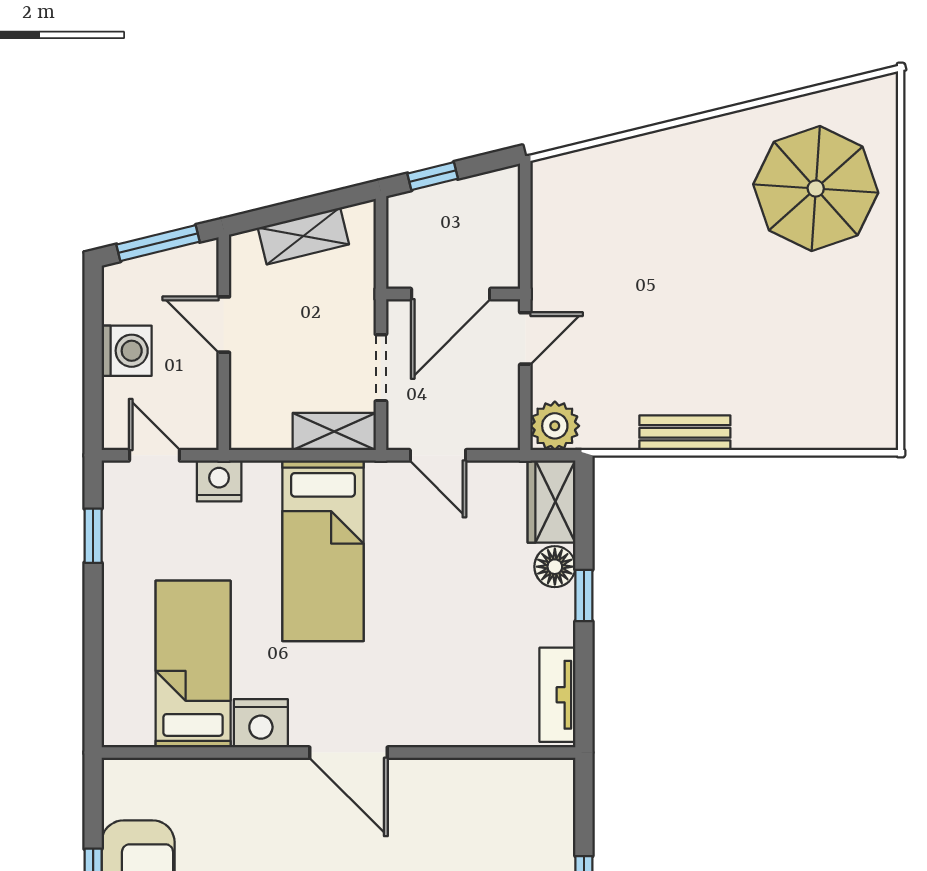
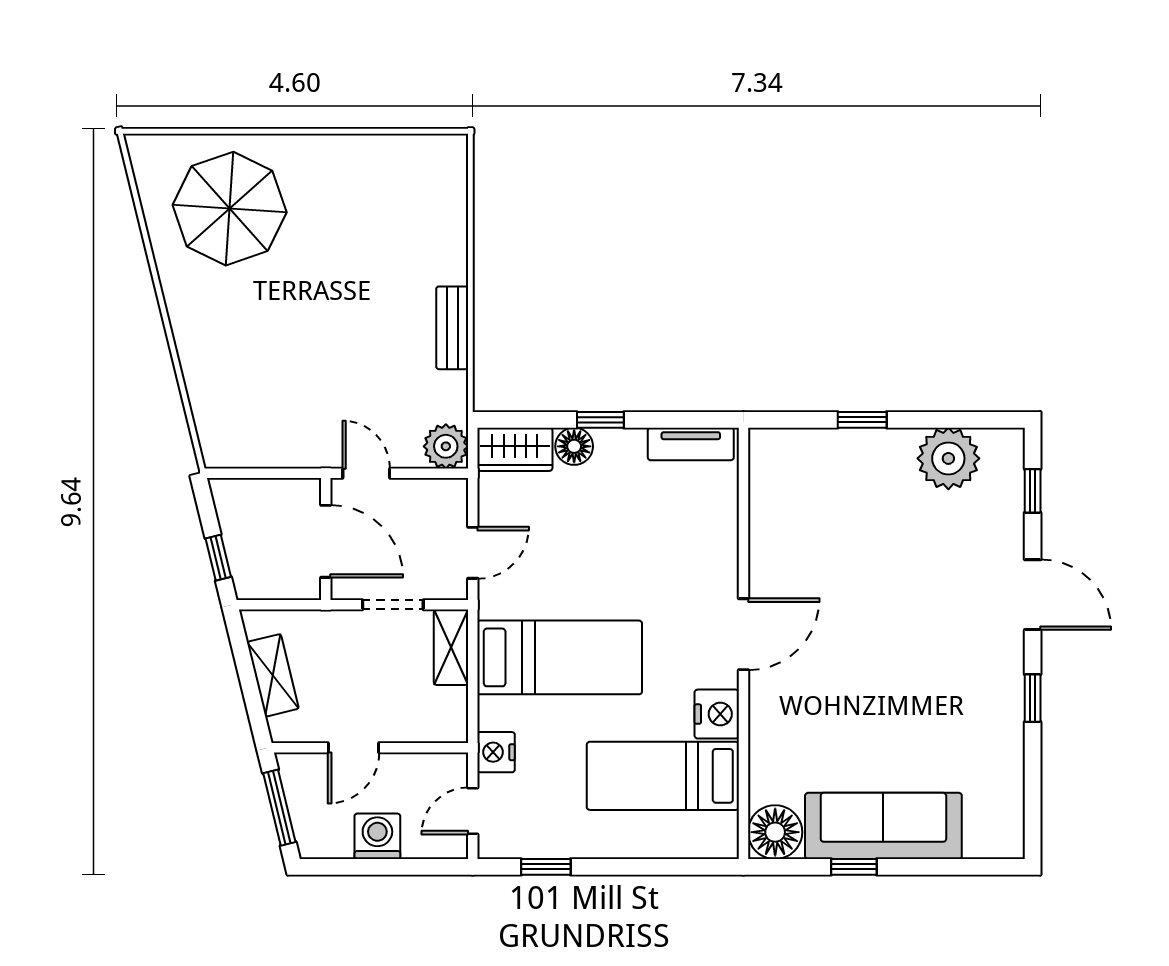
floor lamp: (131, 787) -> (775, 832), added

